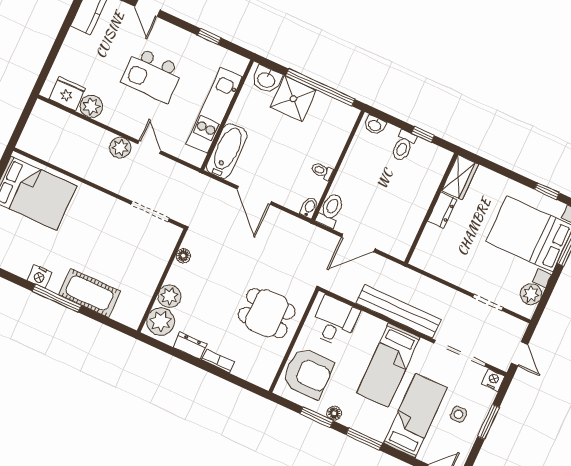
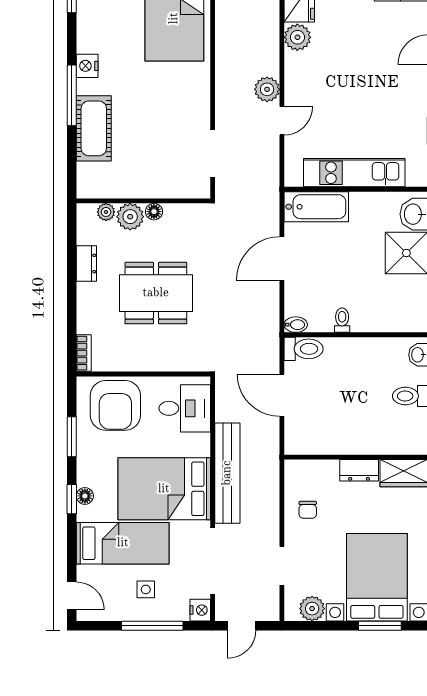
kitchen island: (152, 75) -> (362, 88), removed
floor lamp: (183, 256) -> (154, 212), moved
chair: (454, 263) -> (308, 510), added
dining table: (267, 313) -> (156, 293), moved, width x1.37
plant: (161, 321) -> (106, 212), width x0.53, depth x0.53
bookcase: (218, 361) -> (84, 353), moved
bed: (388, 365) -> (164, 489), width x1.50
floor lamp: (334, 413) -> (85, 496), moved
window: (488, 422) -> (152, 626), width x1.44
window: (364, 439) -> (72, 499), width x0.67

